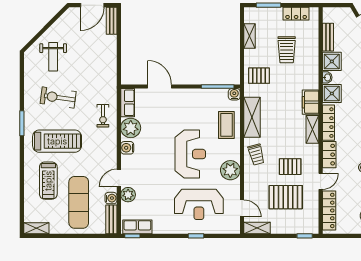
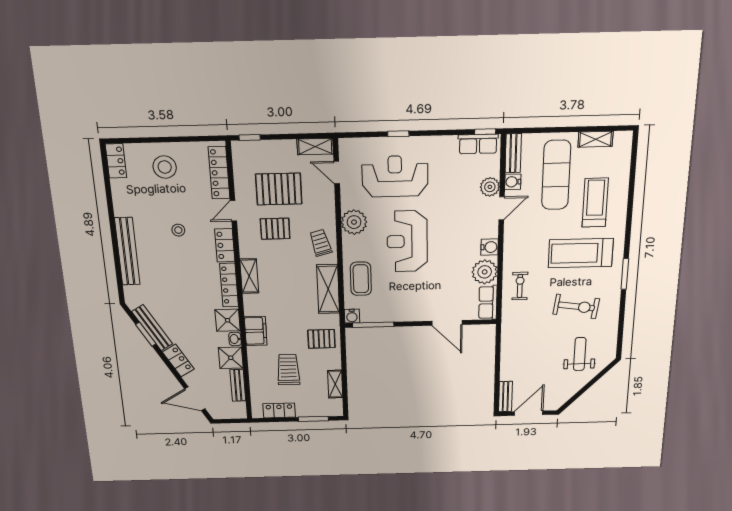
filing cabinet: (311, 102) -> (256, 331), moved
shelving: (36, 228) -> (595, 139), moved

